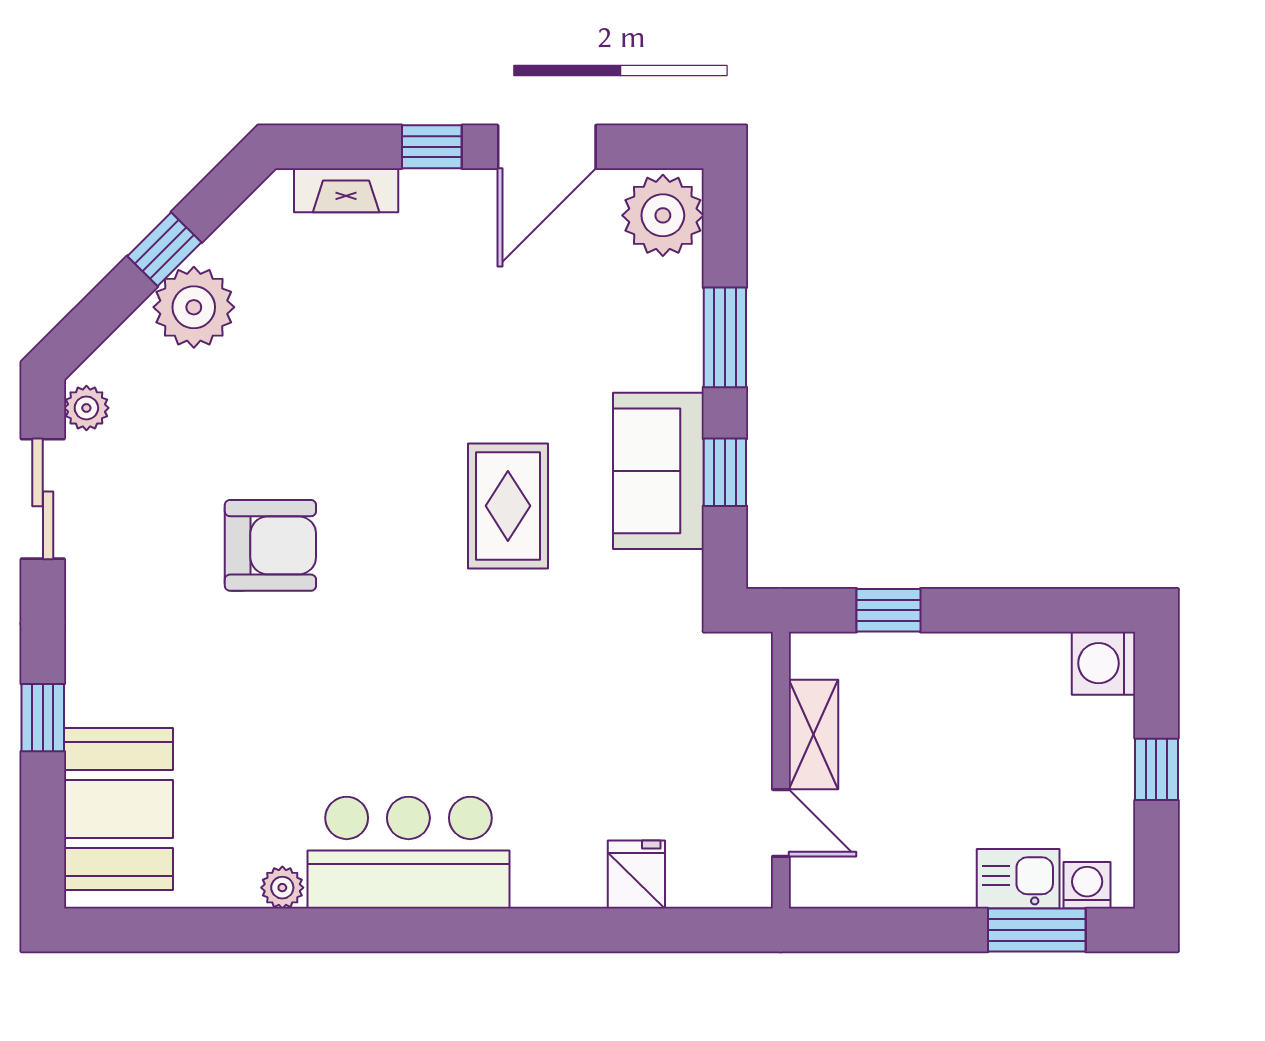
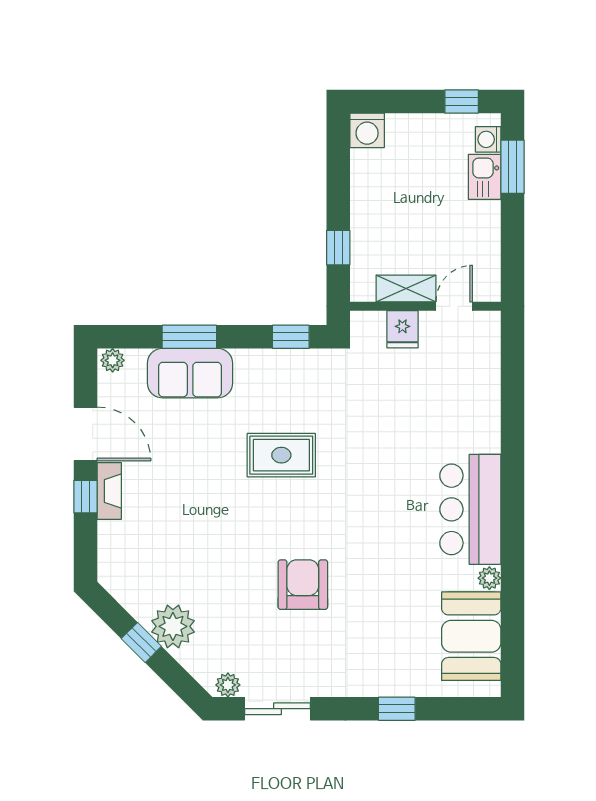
fireplace: (346, 190) -> (109, 491), moved
plant: (663, 215) -> (113, 360), width x0.53, depth x0.53
sofa: (658, 471) -> (190, 373), moved
window: (725, 472) -> (291, 337), moved
window: (1156, 769) -> (462, 102), moved
booth: (119, 809) -> (471, 636), moved, turned 90
fridge: (636, 875) -> (402, 329), moved, turned -90

